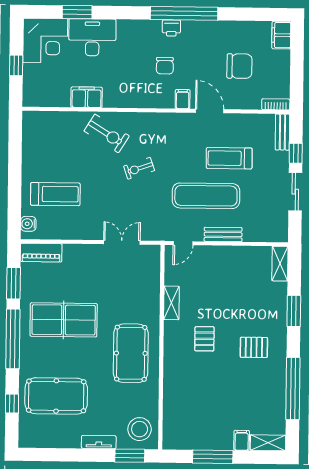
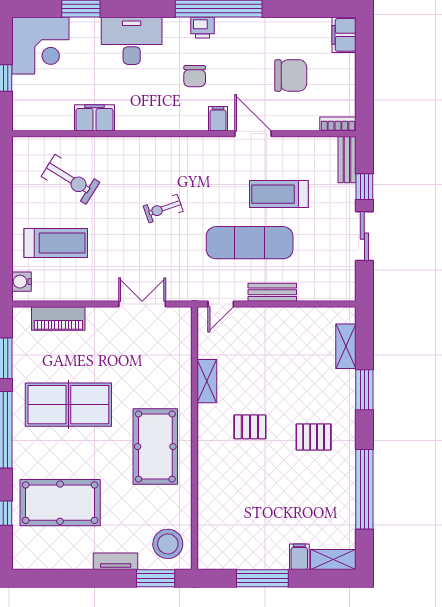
desk: (92, 37) -> (132, 41), moved
exercise bike: (107, 134) -> (70, 179), moved
piano: (41, 253) -> (58, 319), moved
shelving: (280, 264) -> (346, 346), moved
pallet: (204, 339) -> (250, 427), turned 90

